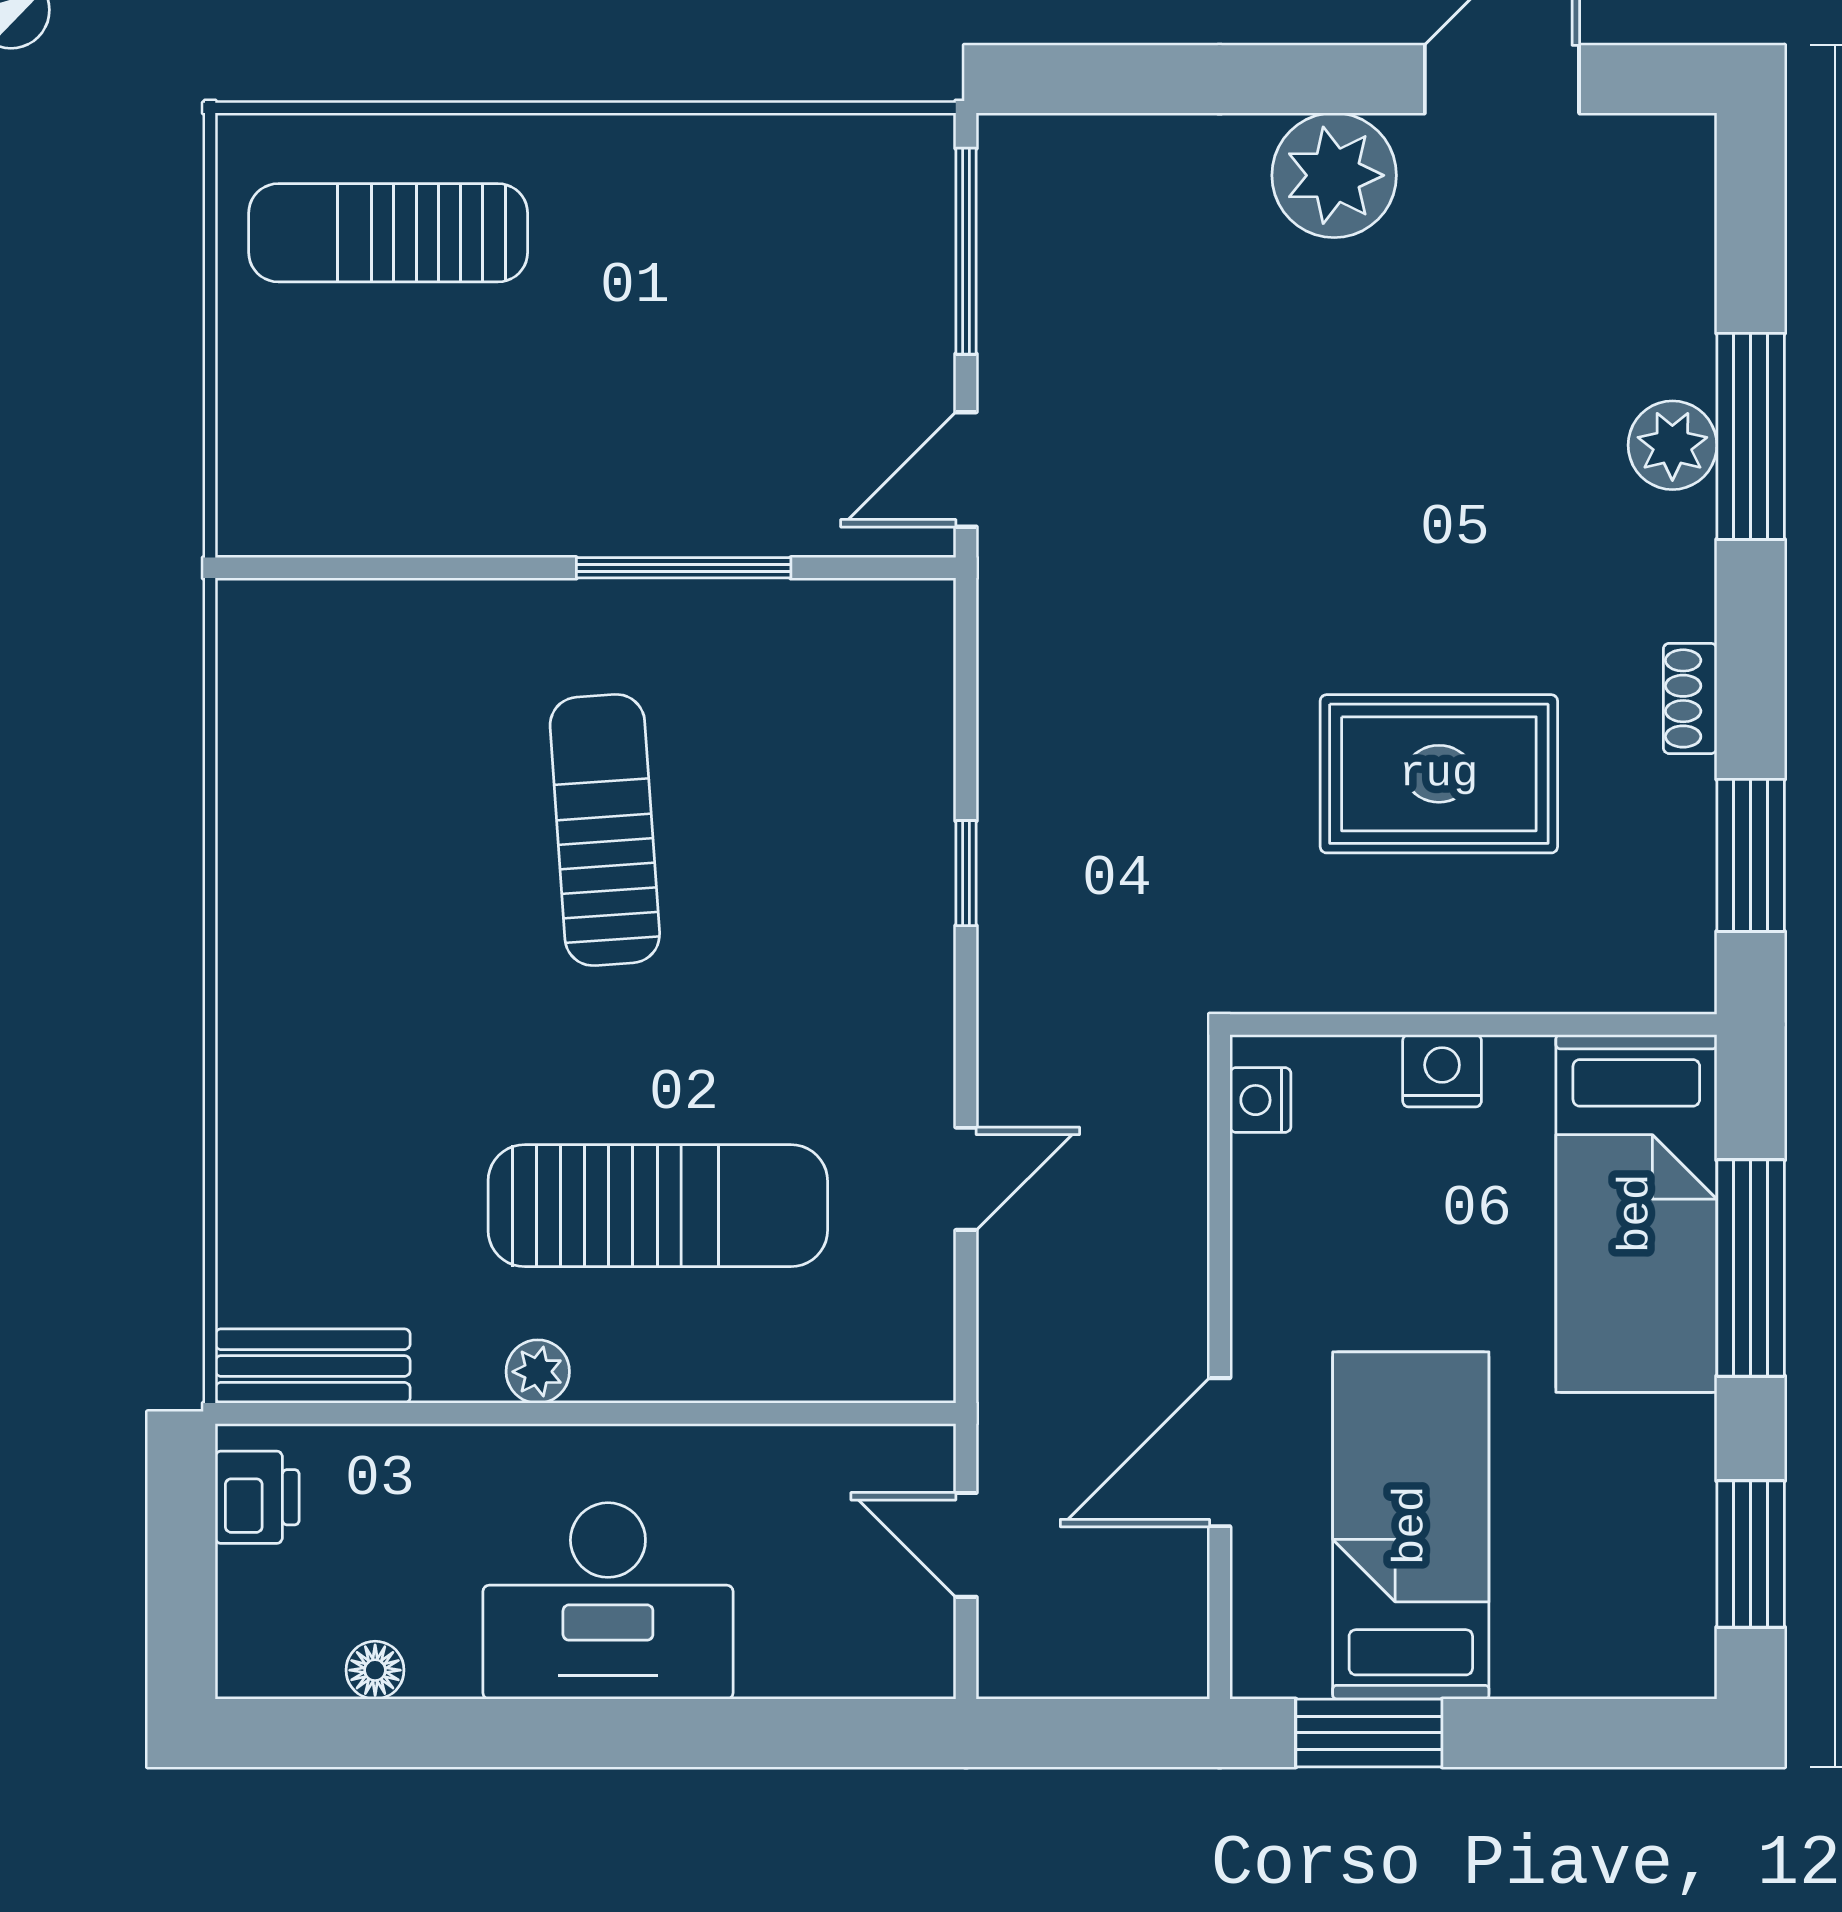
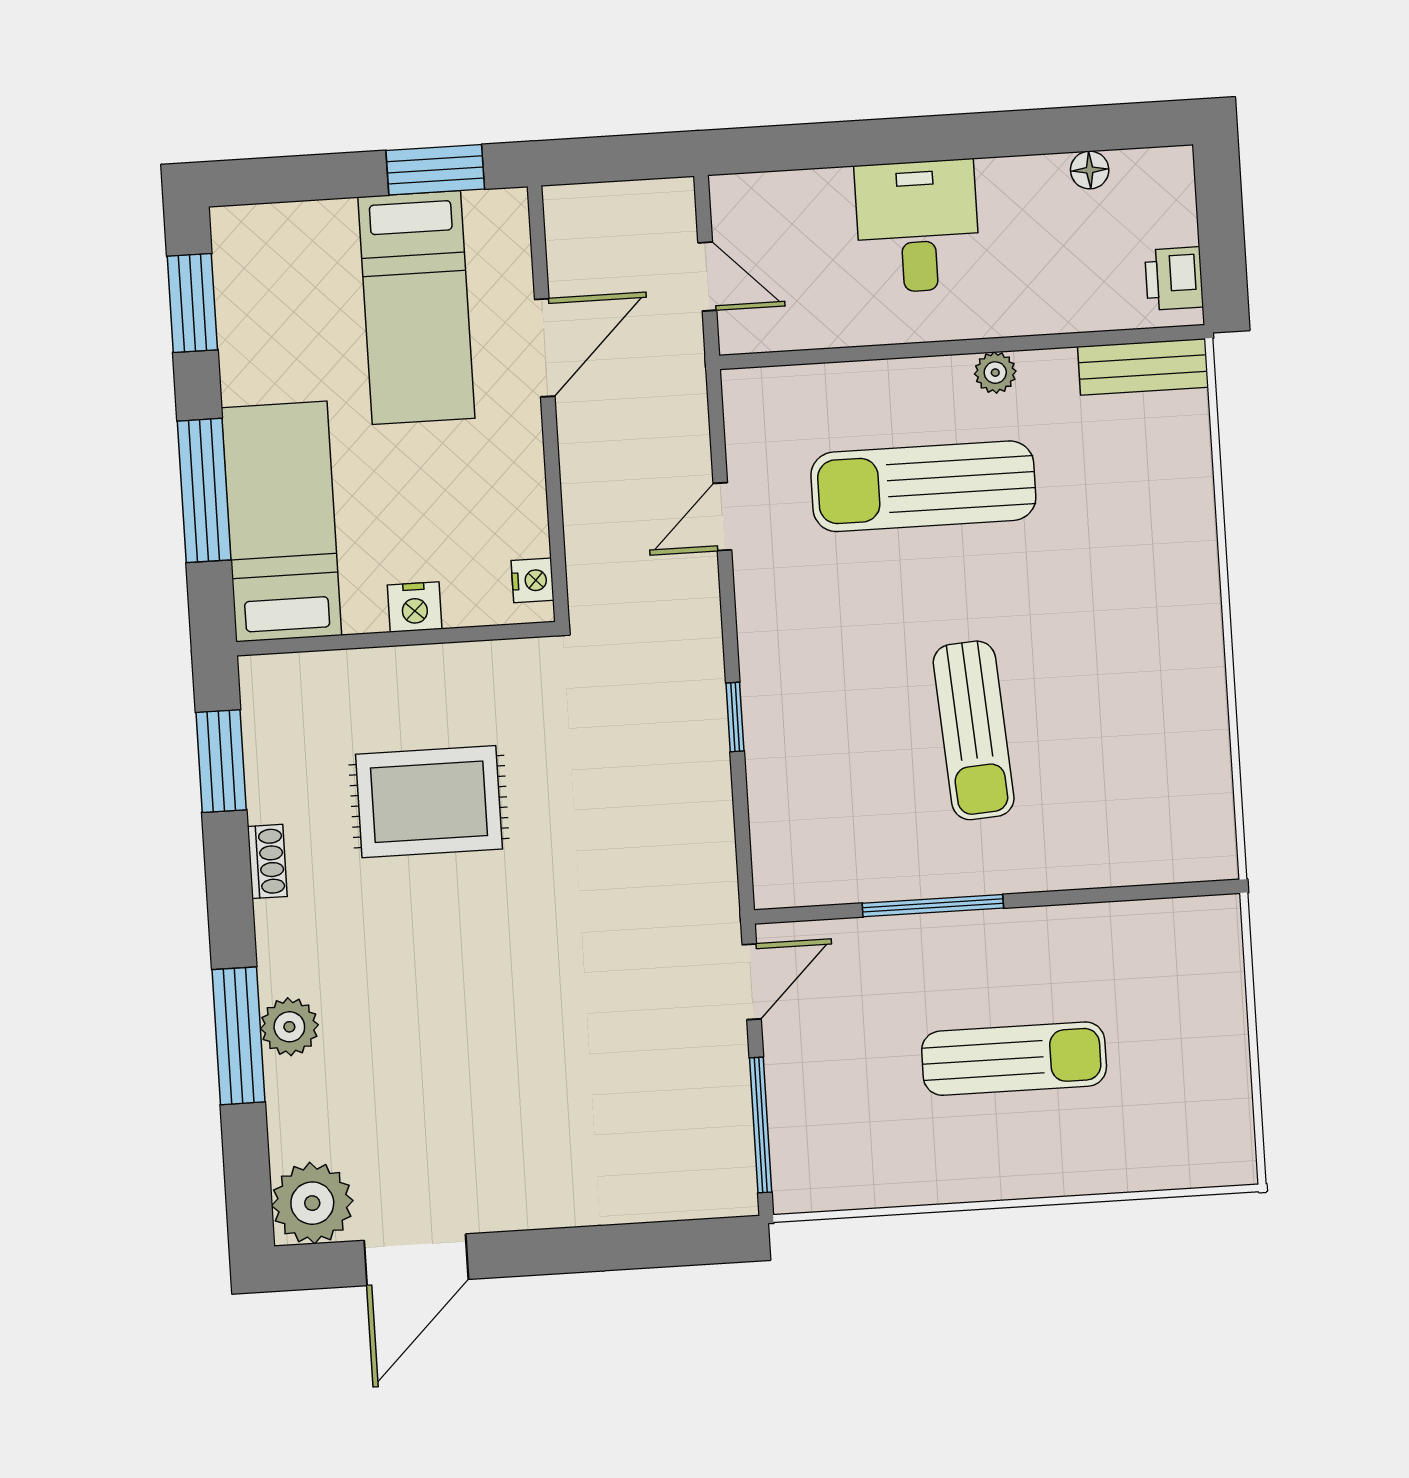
plant: (1334, 175) -> (312, 1203), moved
sun lounger: (388, 233) -> (1014, 1059), moved
desk: (608, 1601) -> (917, 226), width x0.73

